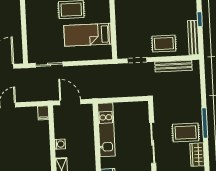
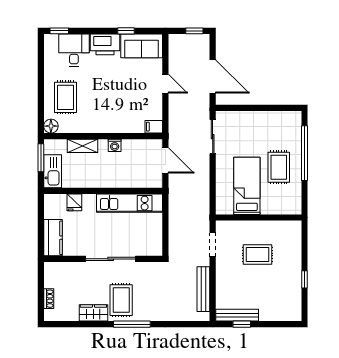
window: (200, 19) -> (242, 324), moved
rug: (164, 44) -> (258, 255), moved, turned 90
door: (70, 102) -> (165, 160), hinge flipped

